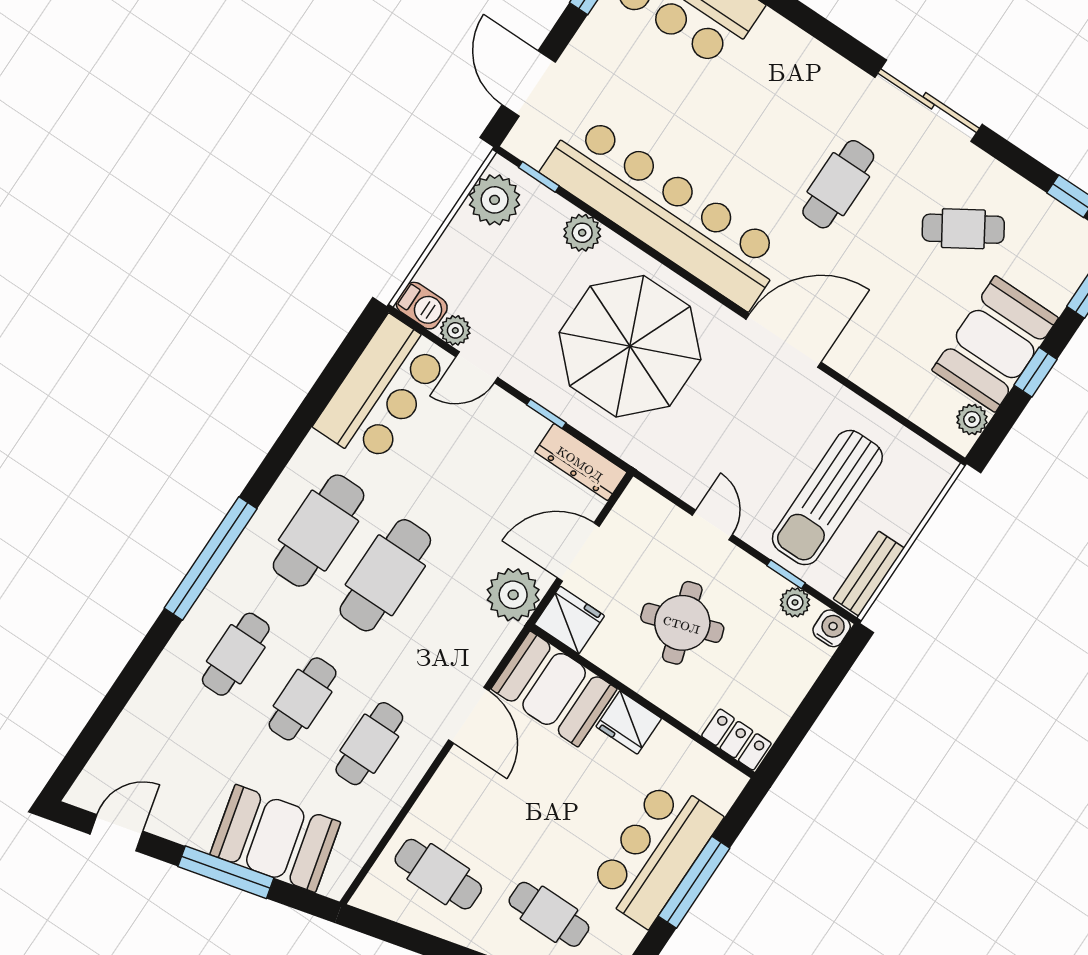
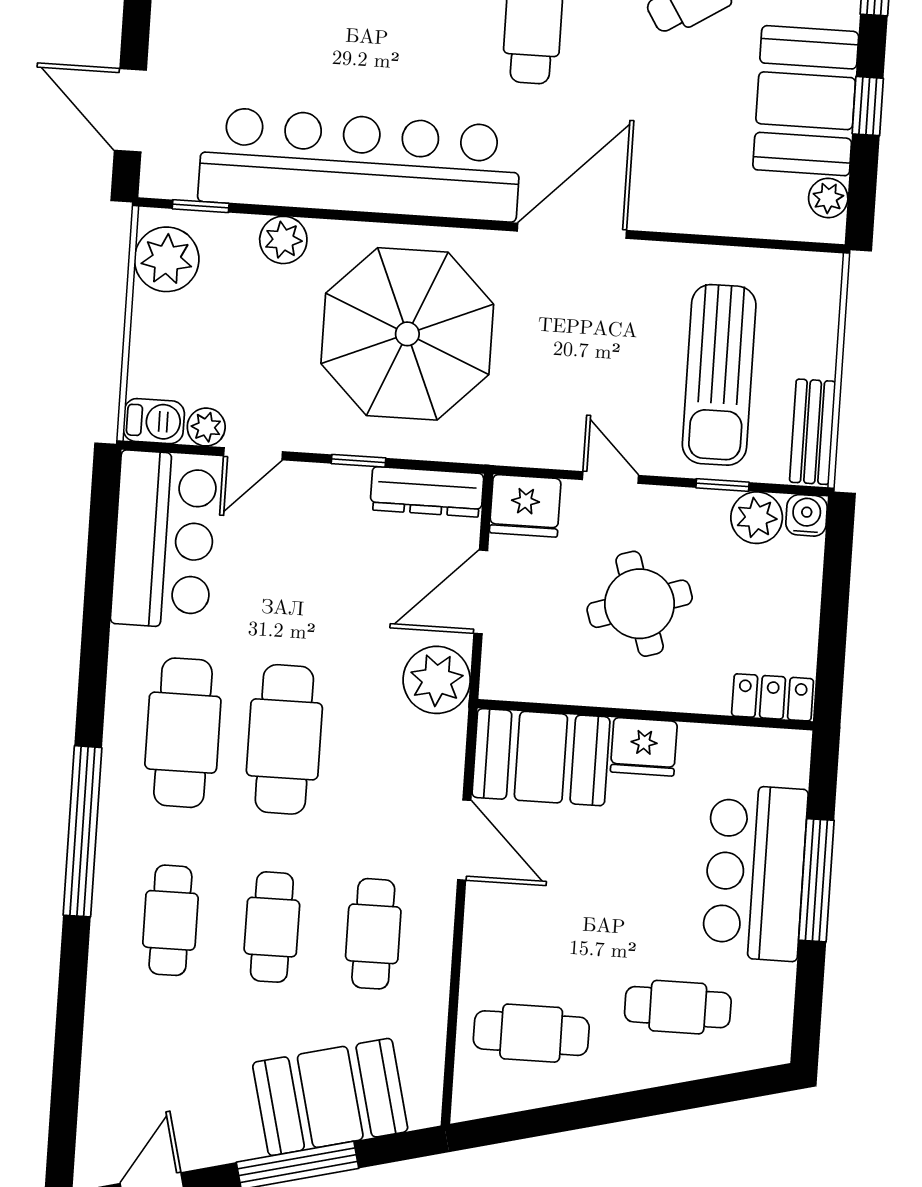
plant: (795, 602) -> (757, 518), width x1.38, depth x1.38
fridge: (569, 620) -> (525, 506), moved, turned 180

